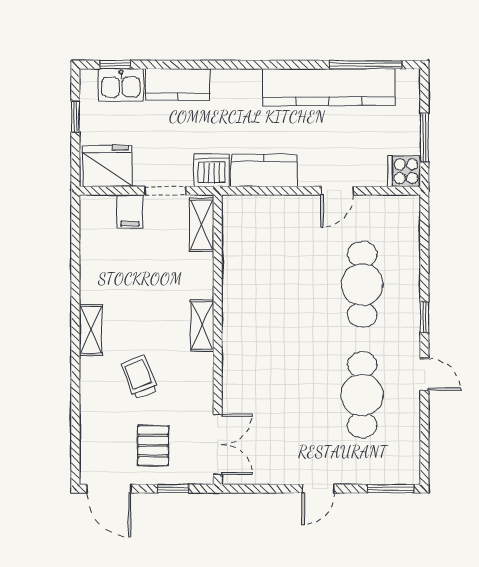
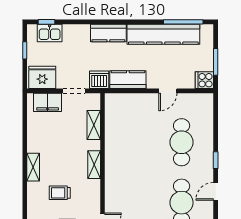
kitchen counter: (178, 85) -> (108, 33), moved
filing cabinet: (130, 212) -> (48, 102), width x2.00
shelving: (202, 225) -> (94, 125), moved
door: (424, 374) -> (216, 191), swing flipped
trolley: (139, 377) -> (60, 193), turned -69

